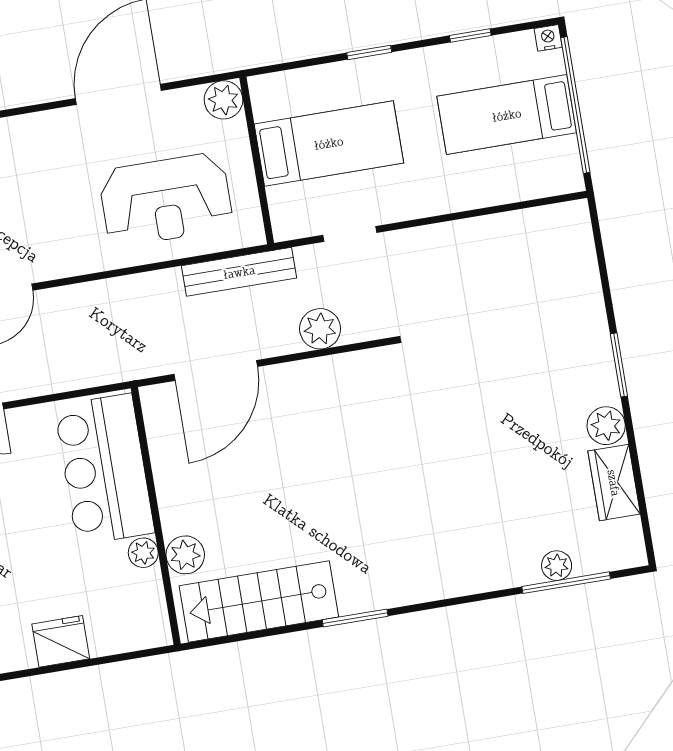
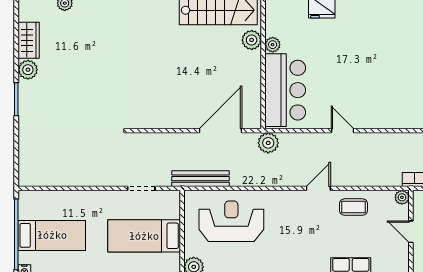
plant: (320, 329) -> (268, 143), moved

